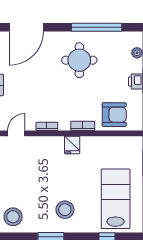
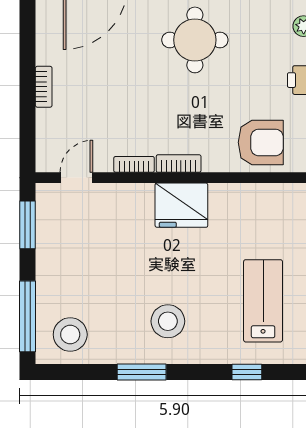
bookcase: (83, 126) -> (179, 164), moved
fridge: (72, 145) -> (181, 205), width x1.88, depth x1.34
lab bench: (116, 199) -> (263, 301), width x0.73, depth x0.72

